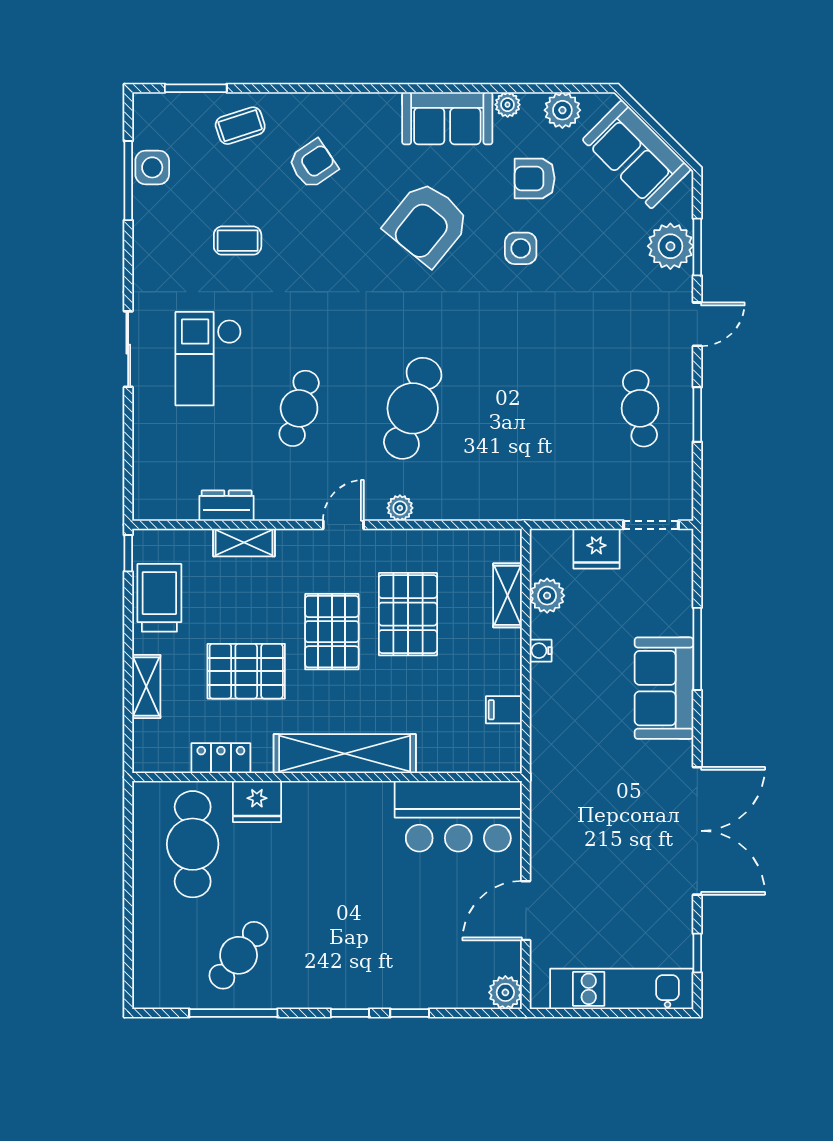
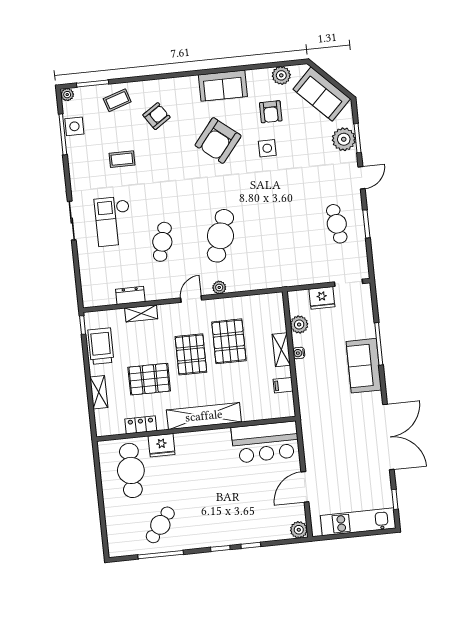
plant: (508, 105) -> (67, 95), moved
armchair: (535, 178) -> (271, 112), turned -90
shelving: (508, 595) -> (281, 350), moved

